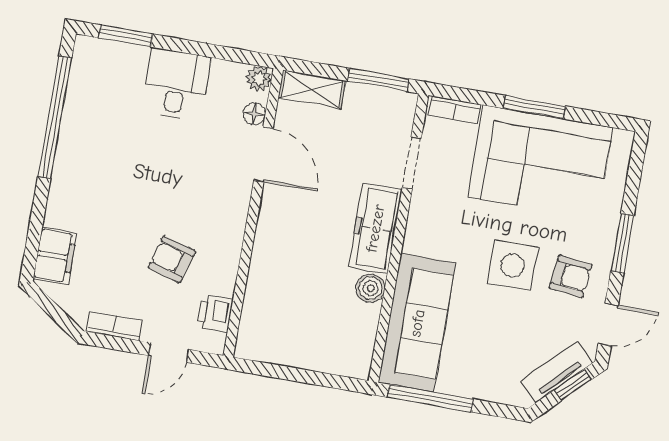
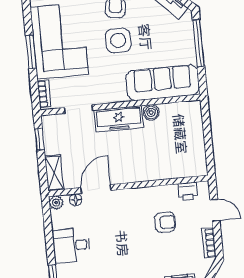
window: (378, 80) -> (39, 139), width x0.67
armchair: (172, 259) -> (165, 222), turned -106
window: (430, 398) -> (199, 43), moved

